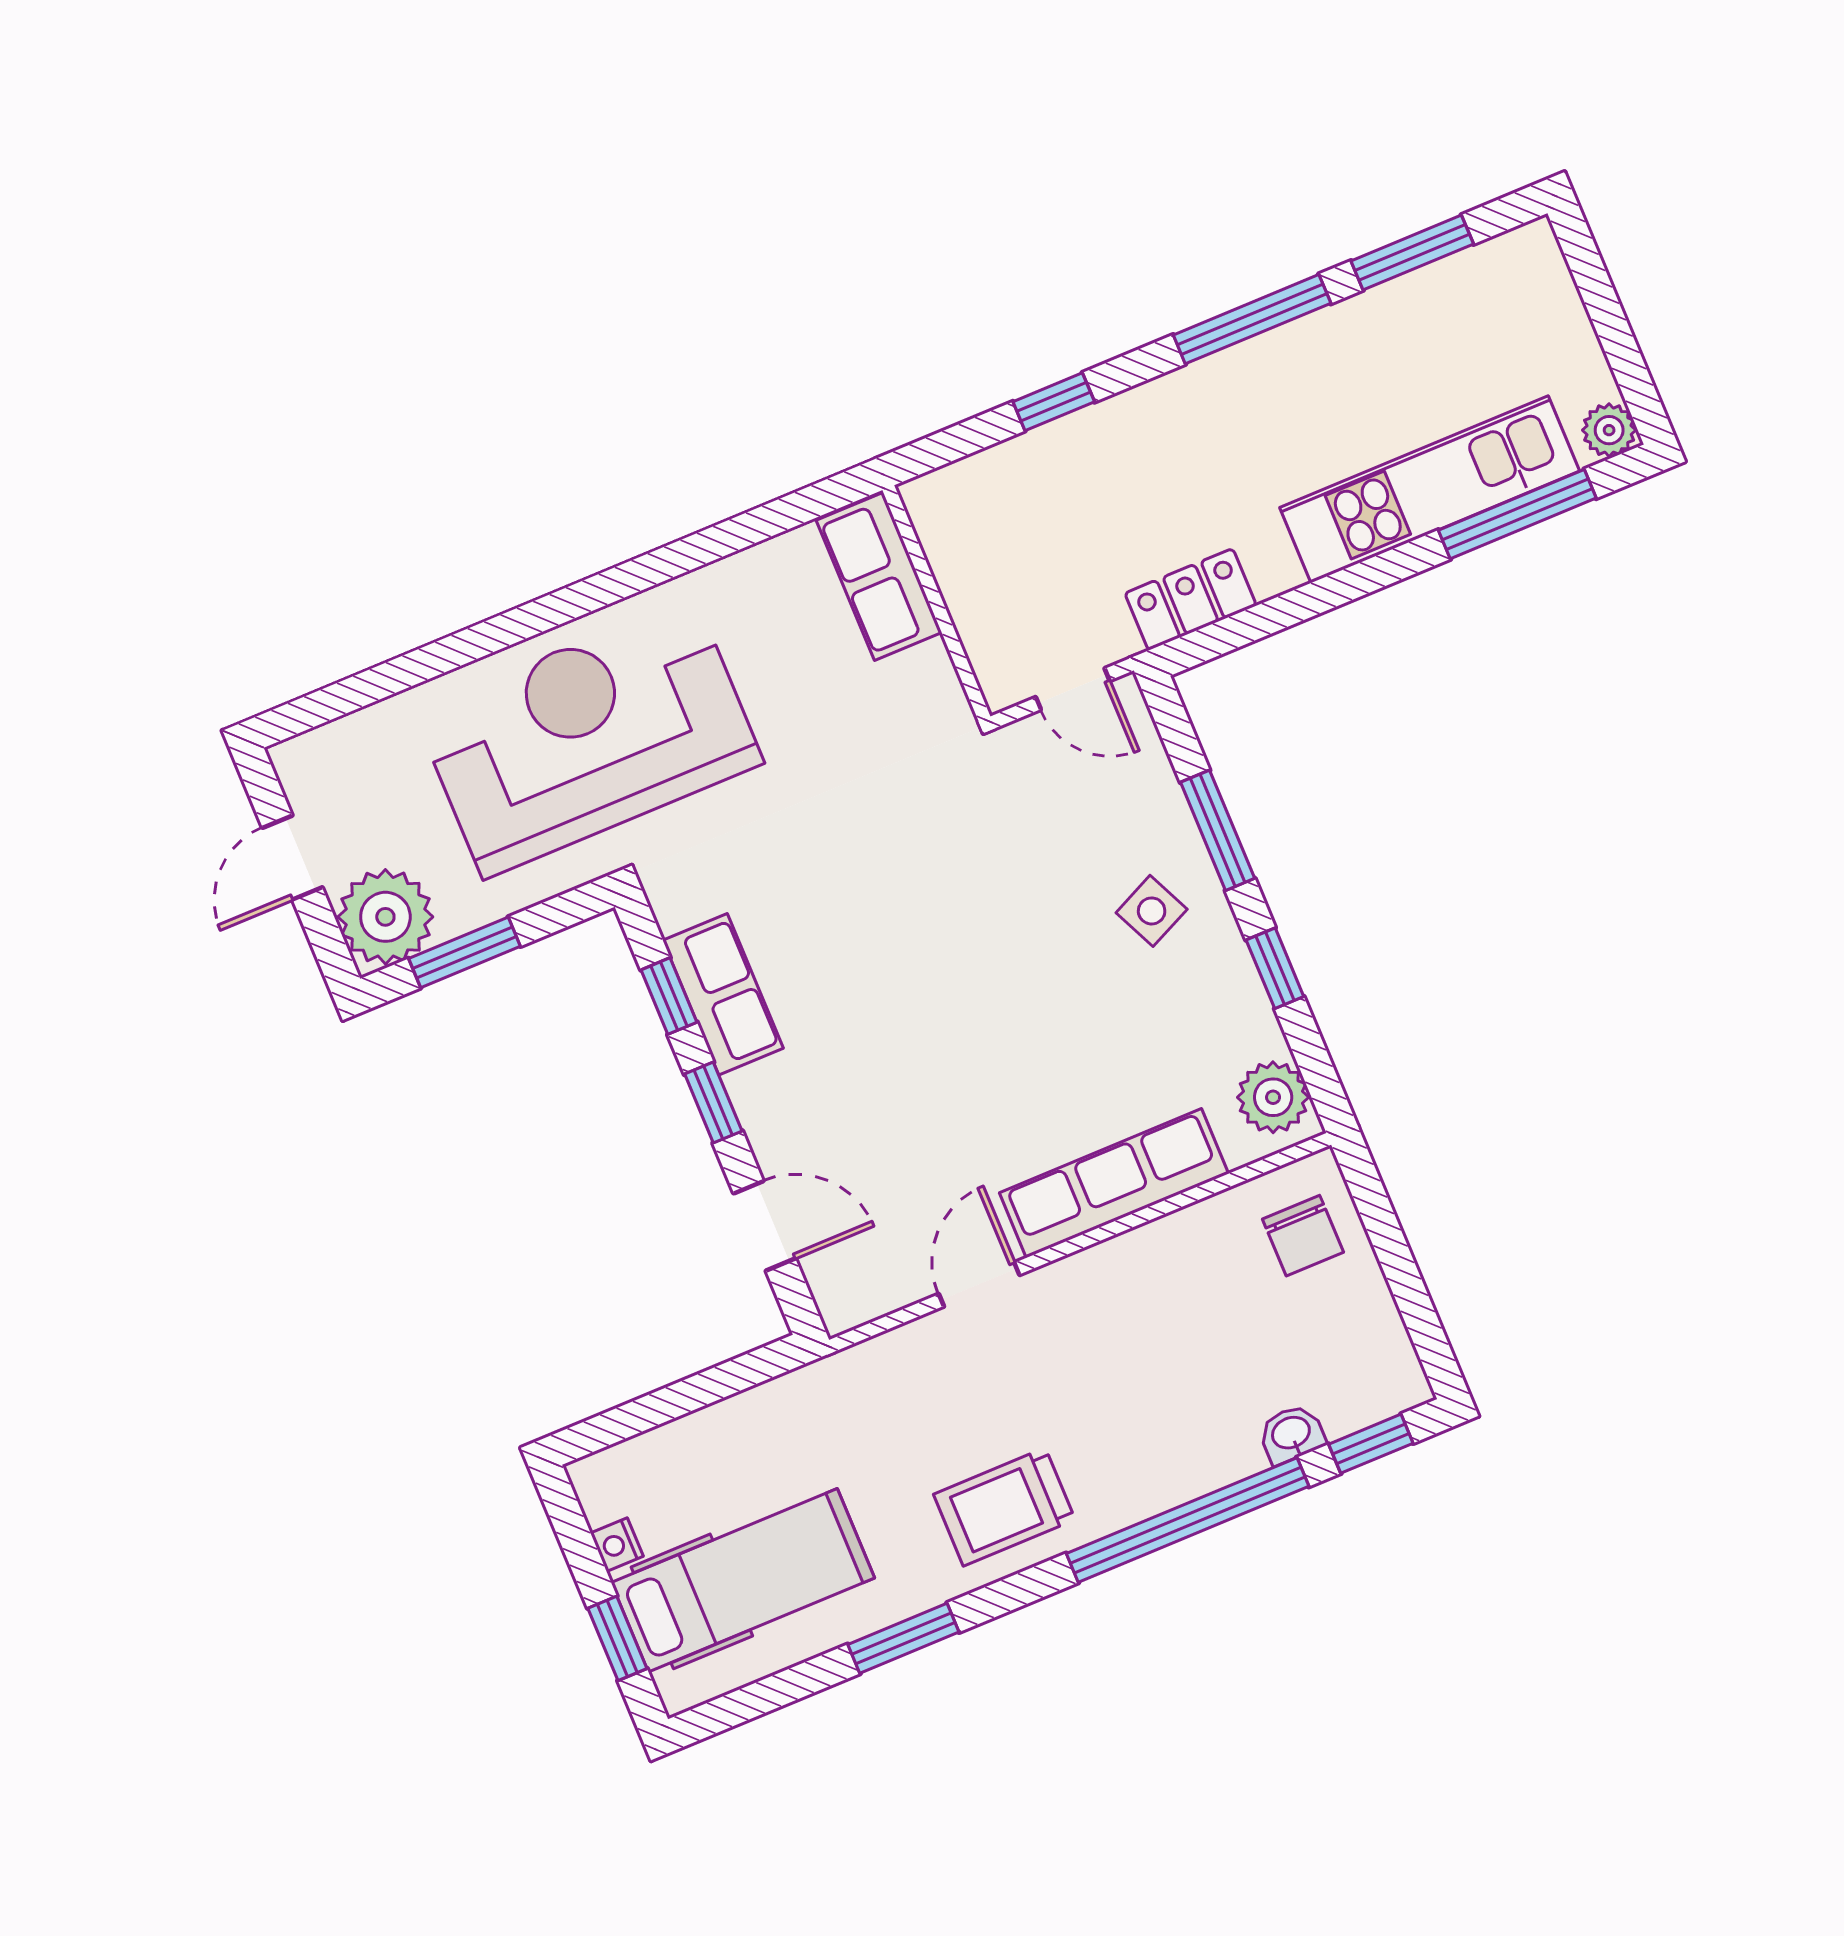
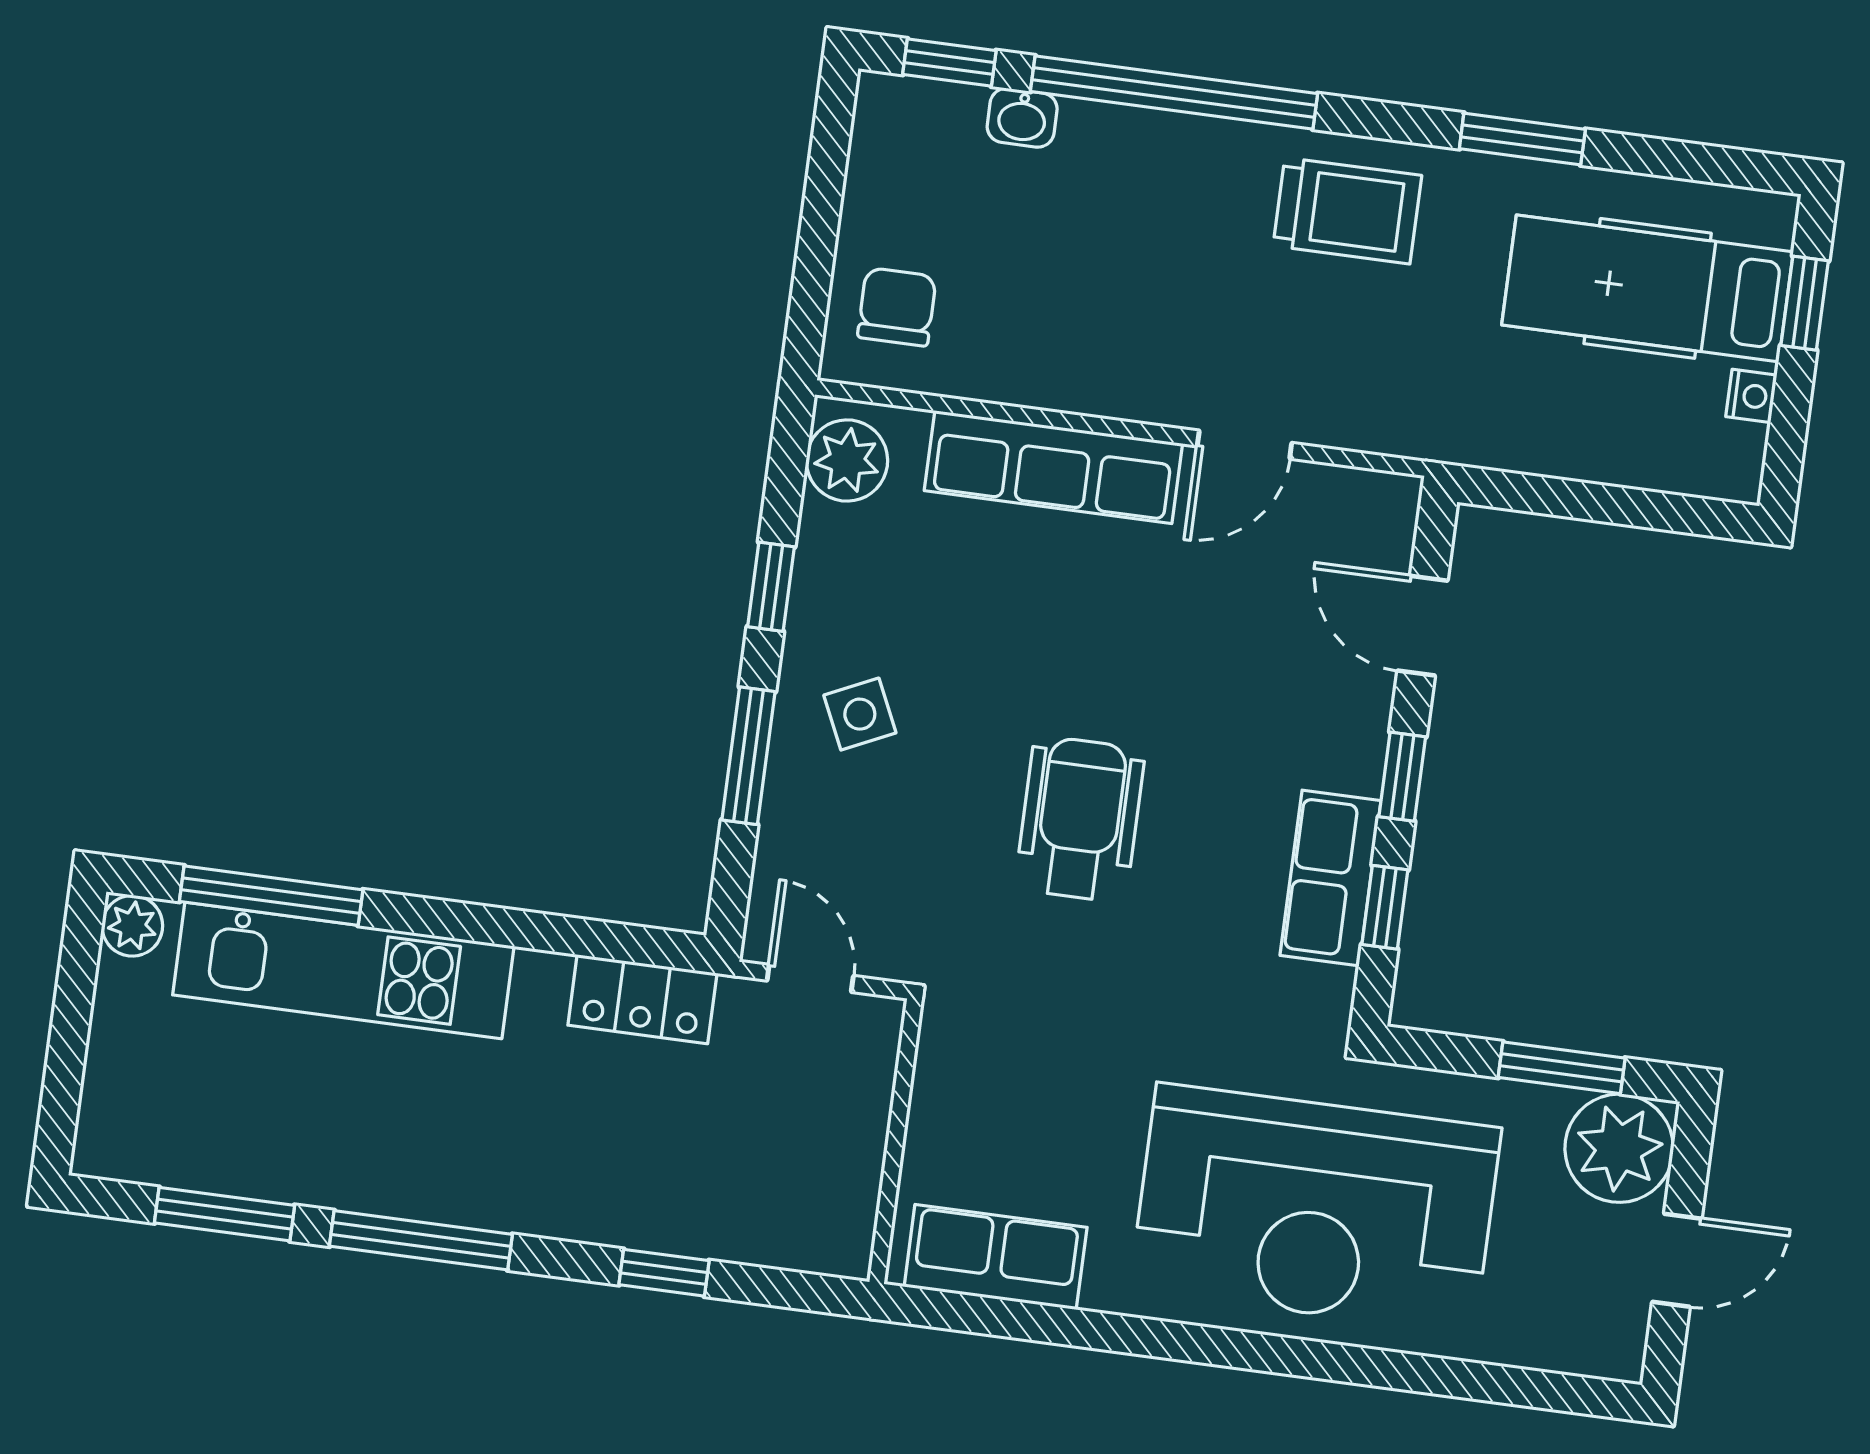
row of seats: (879, 576) -> (996, 1257), moved, turned -90
wheelchair: (939, 929) -> (1080, 819), added

